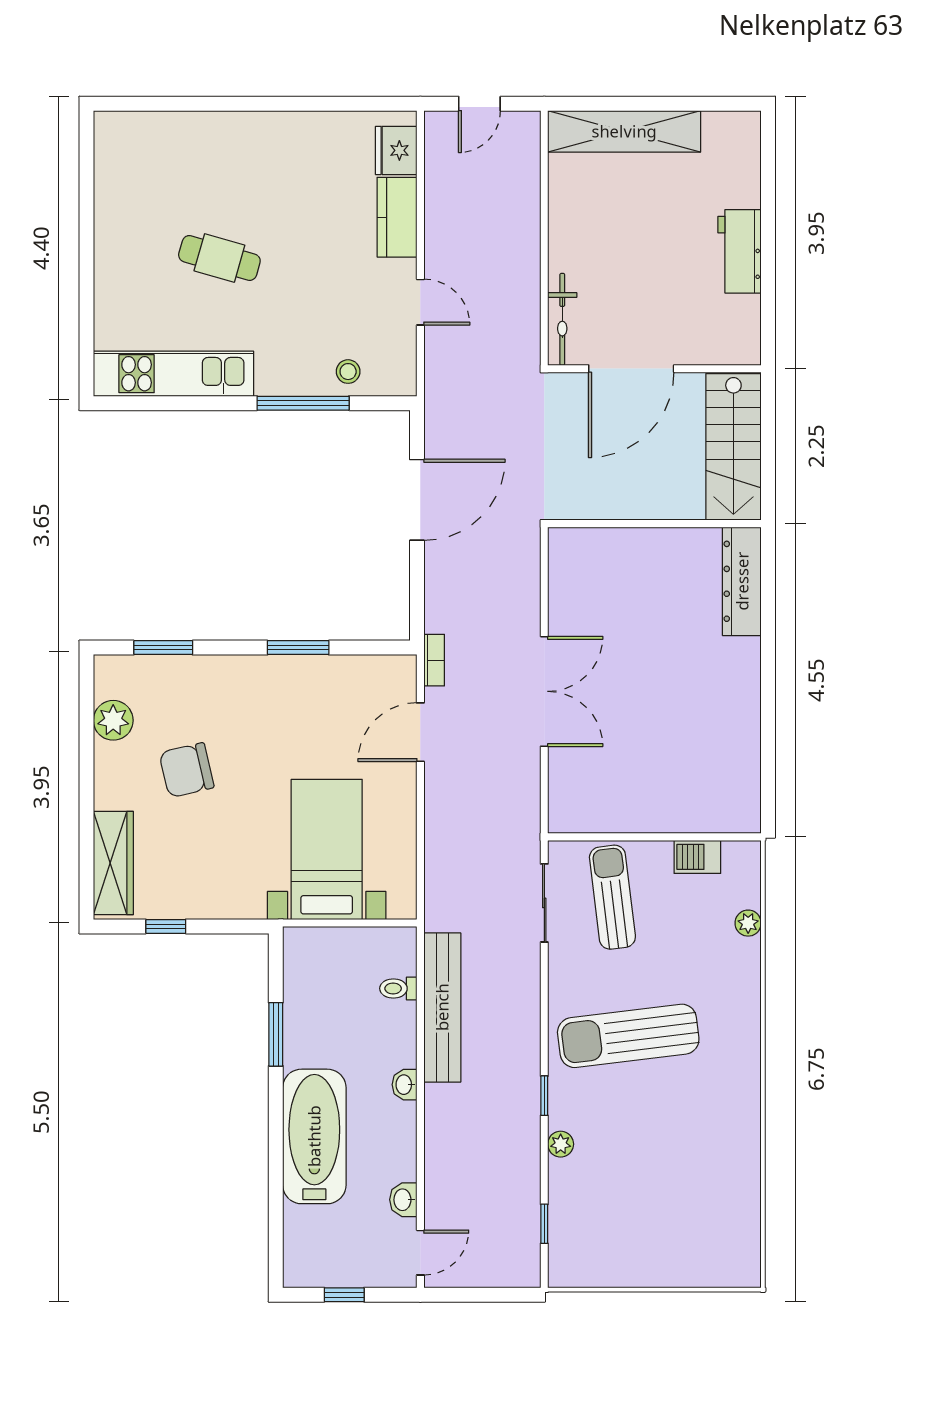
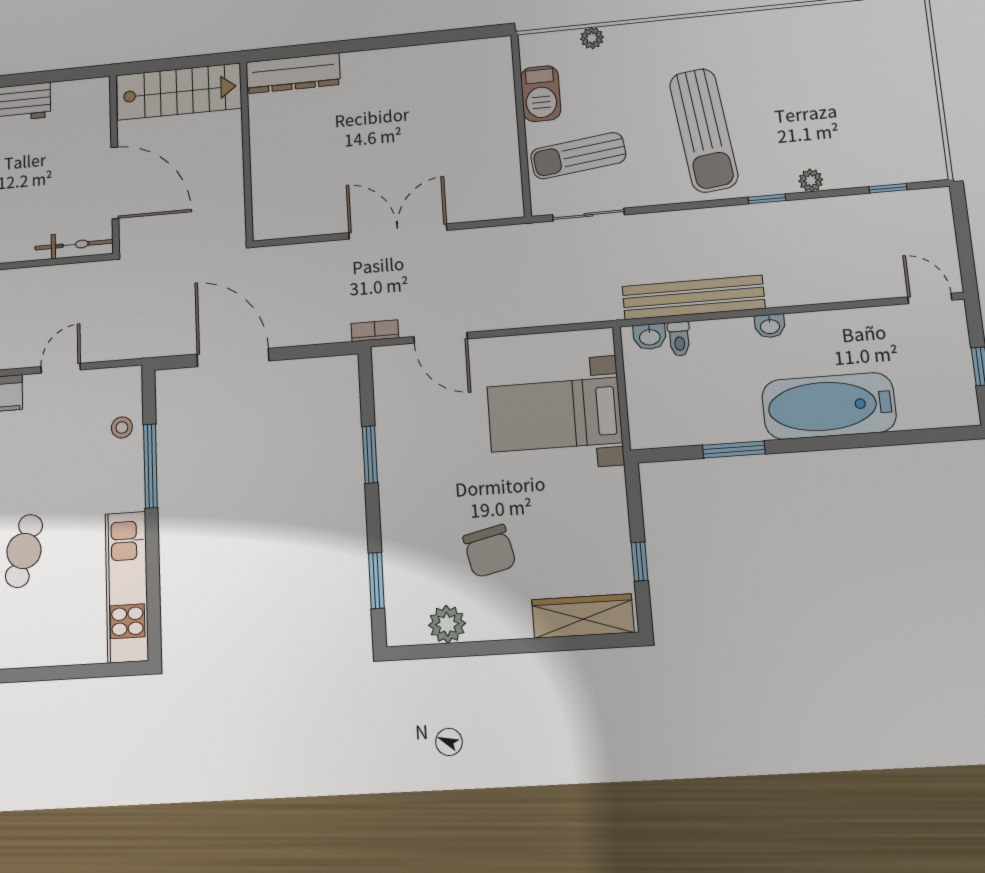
barbecue: (697, 857) -> (541, 94), width x1.38, depth x1.27
washbasin: (403, 1200) -> (650, 337), moved

